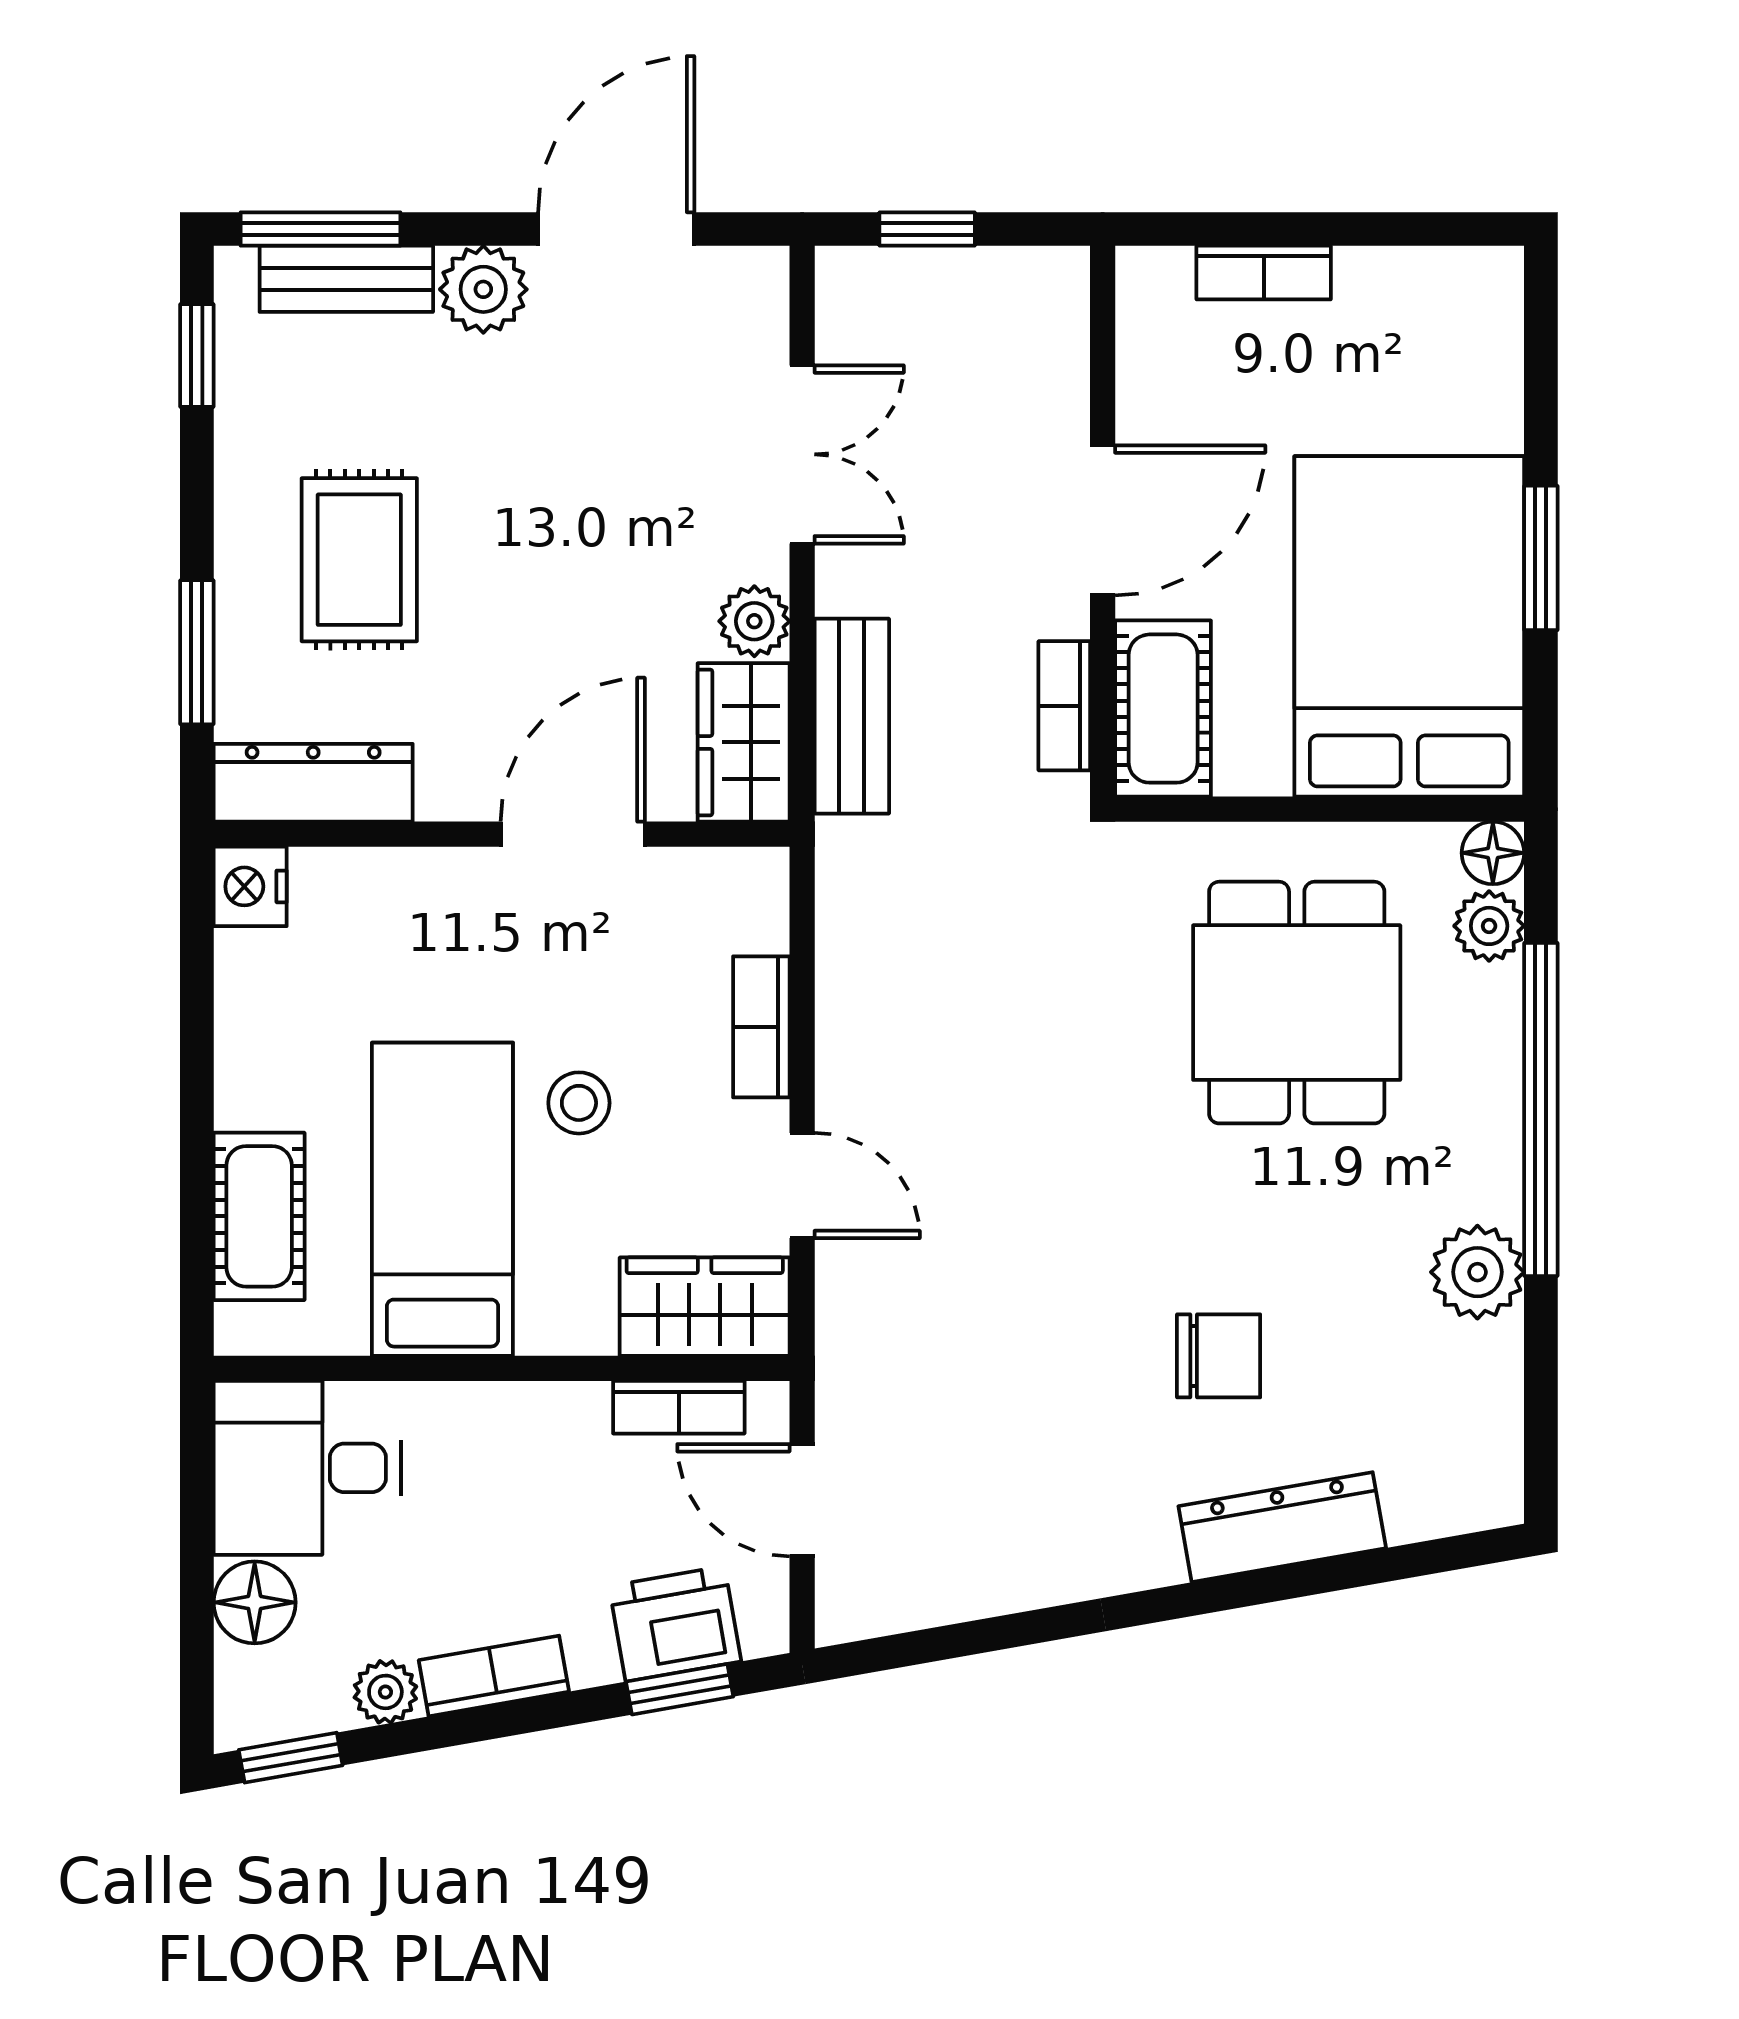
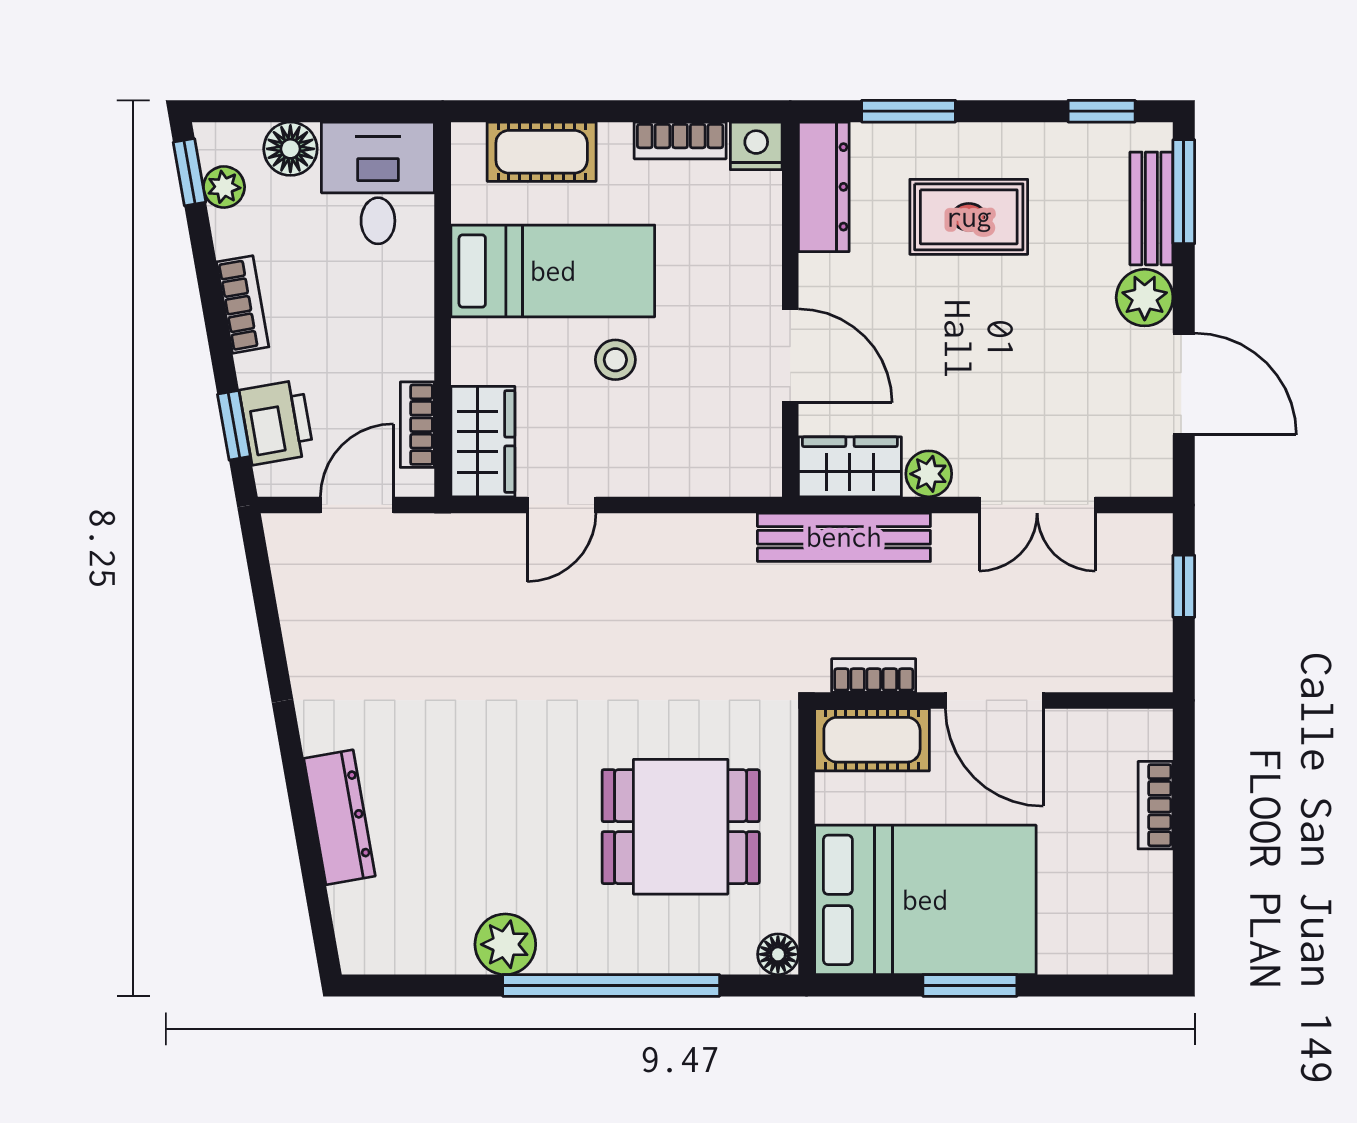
bench: (852, 716) -> (844, 537), width x1.36
plant: (1489, 926) -> (730, 952), removed
bookcase: (761, 1027) -> (680, 140), moved, turned 180
chair: (1219, 1356) -> (451, 776), removed
plant: (385, 1692) -> (224, 187), moved

